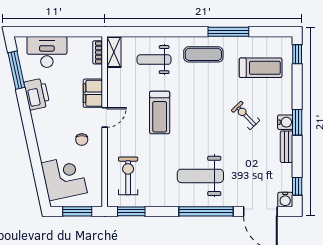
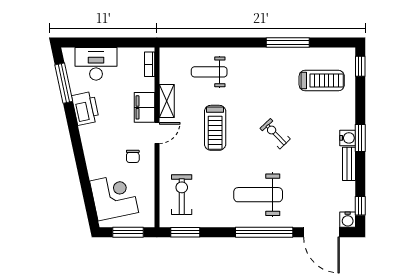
shelving: (114, 52) -> (167, 101), moved
exercise mat: (203, 54) -> (261, 66), removed
exercise bike: (246, 115) -> (275, 134), moved

